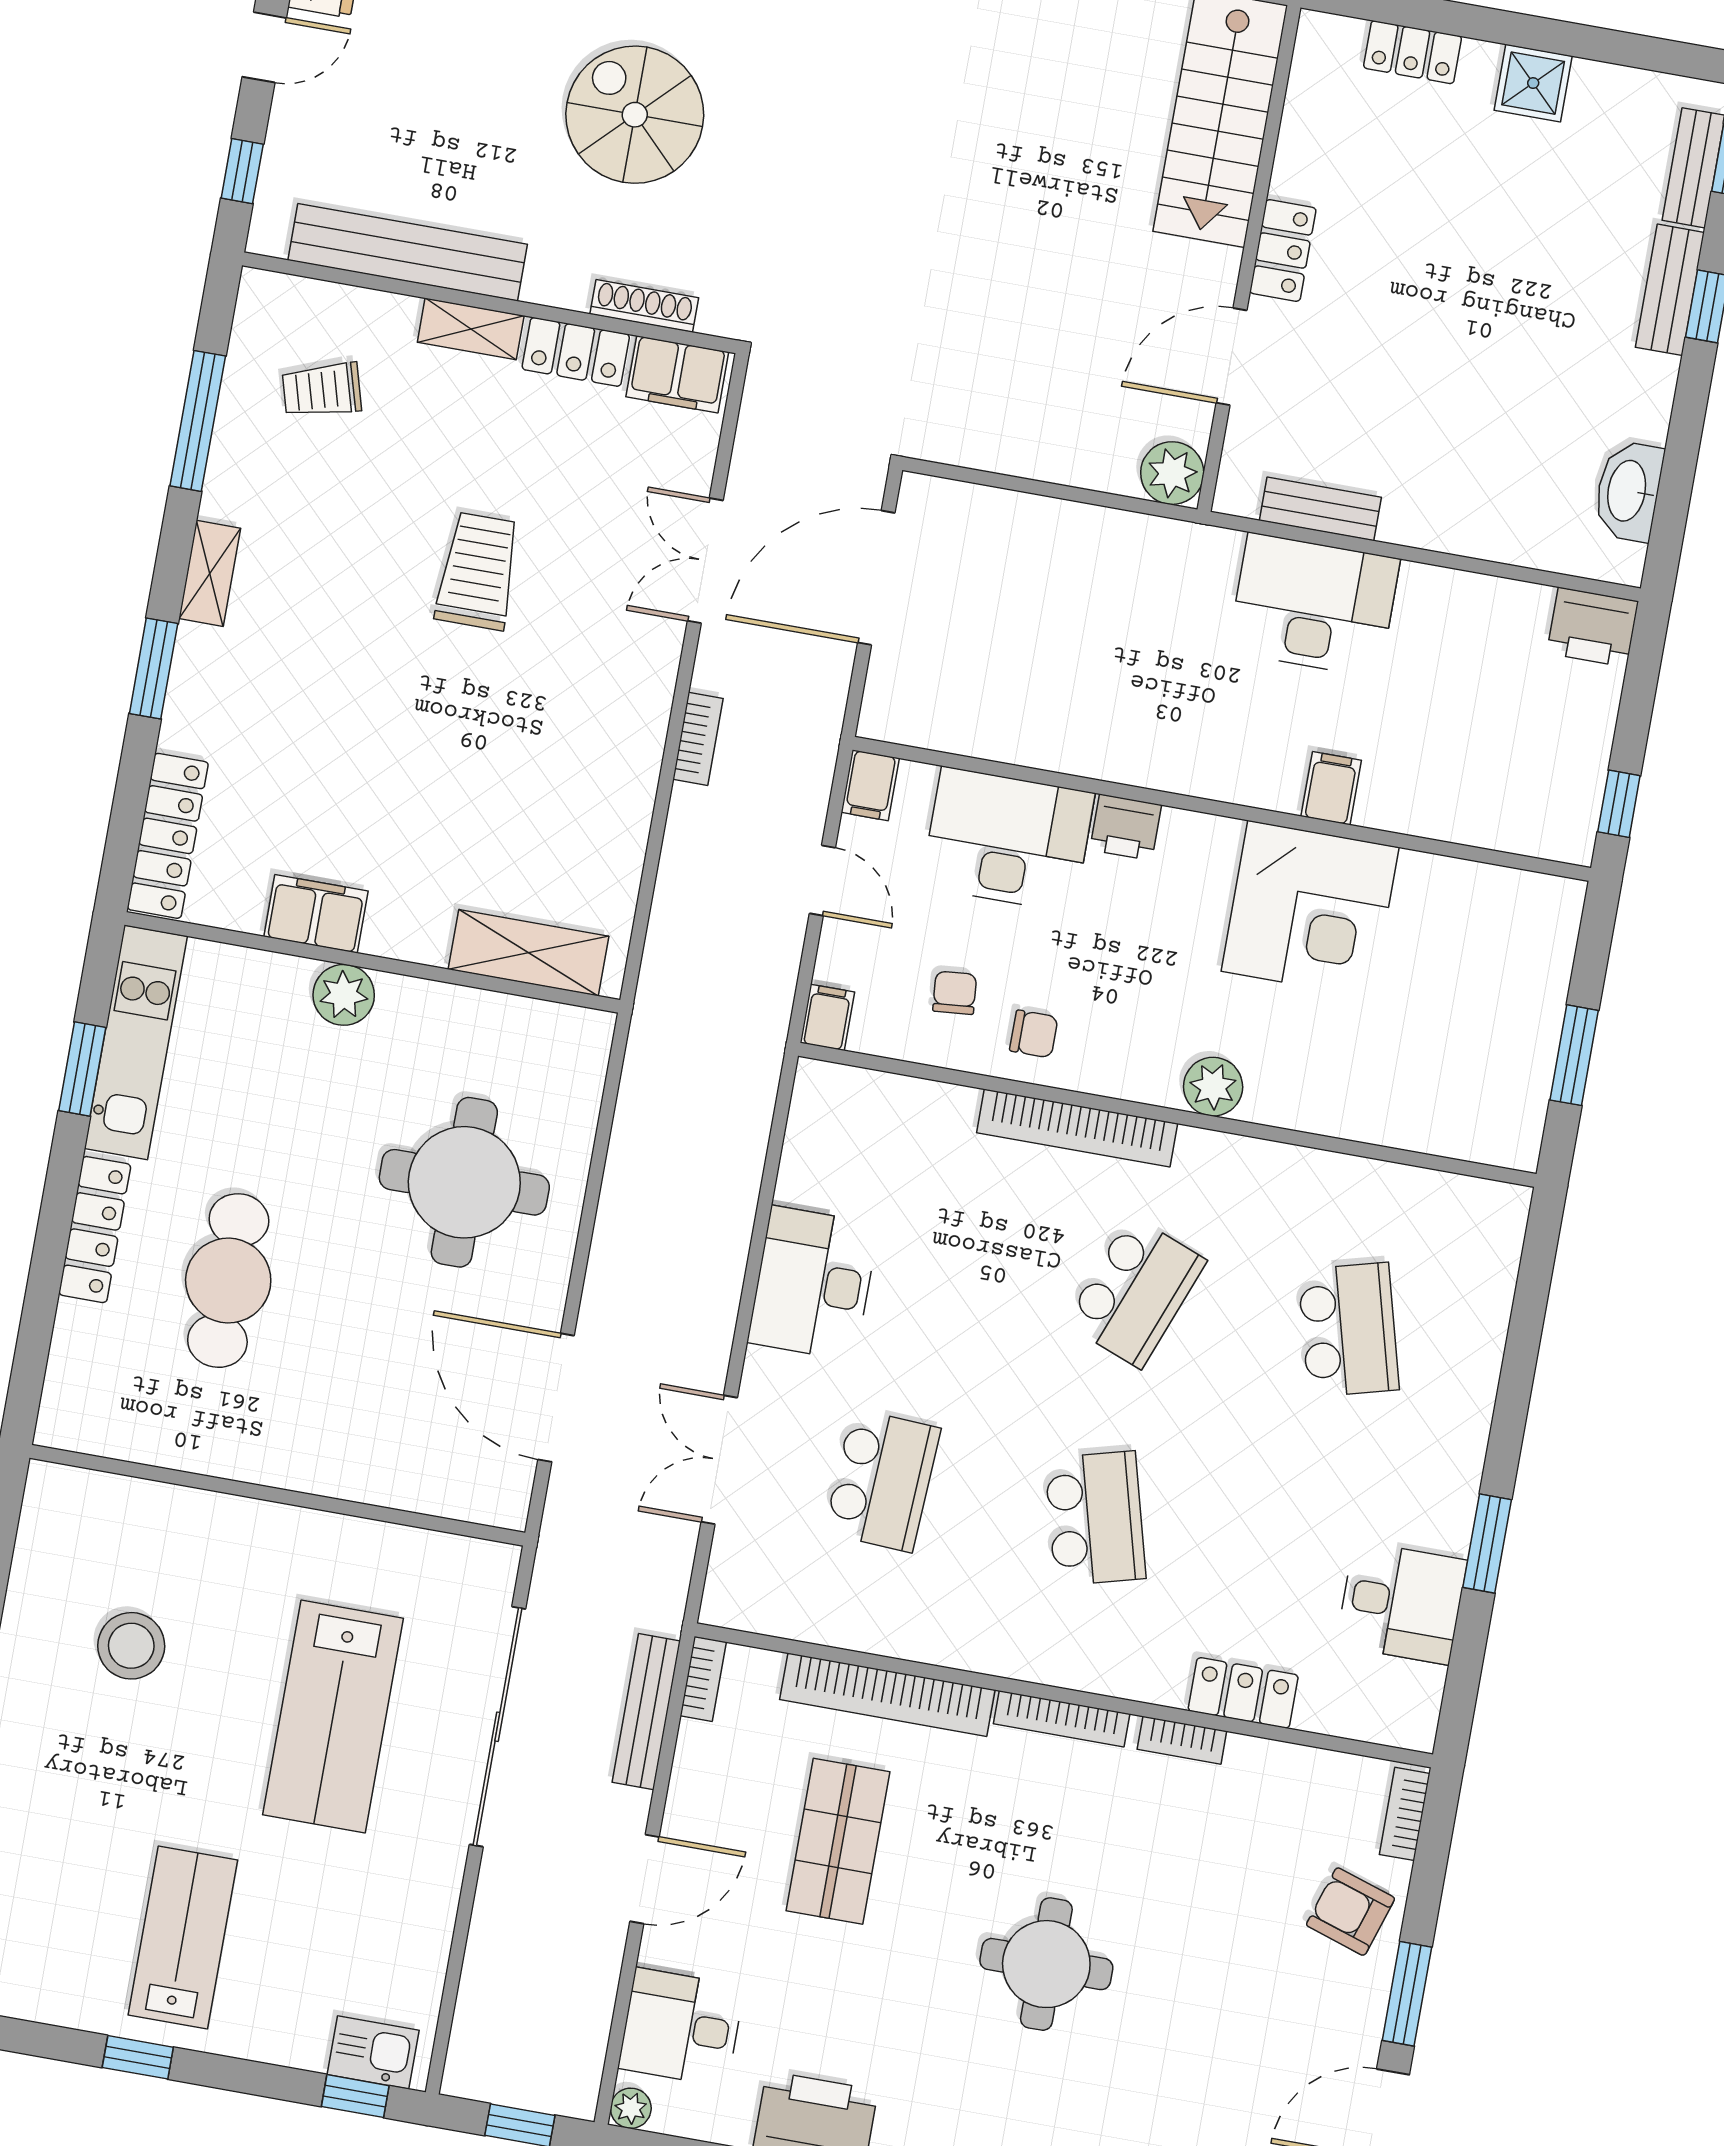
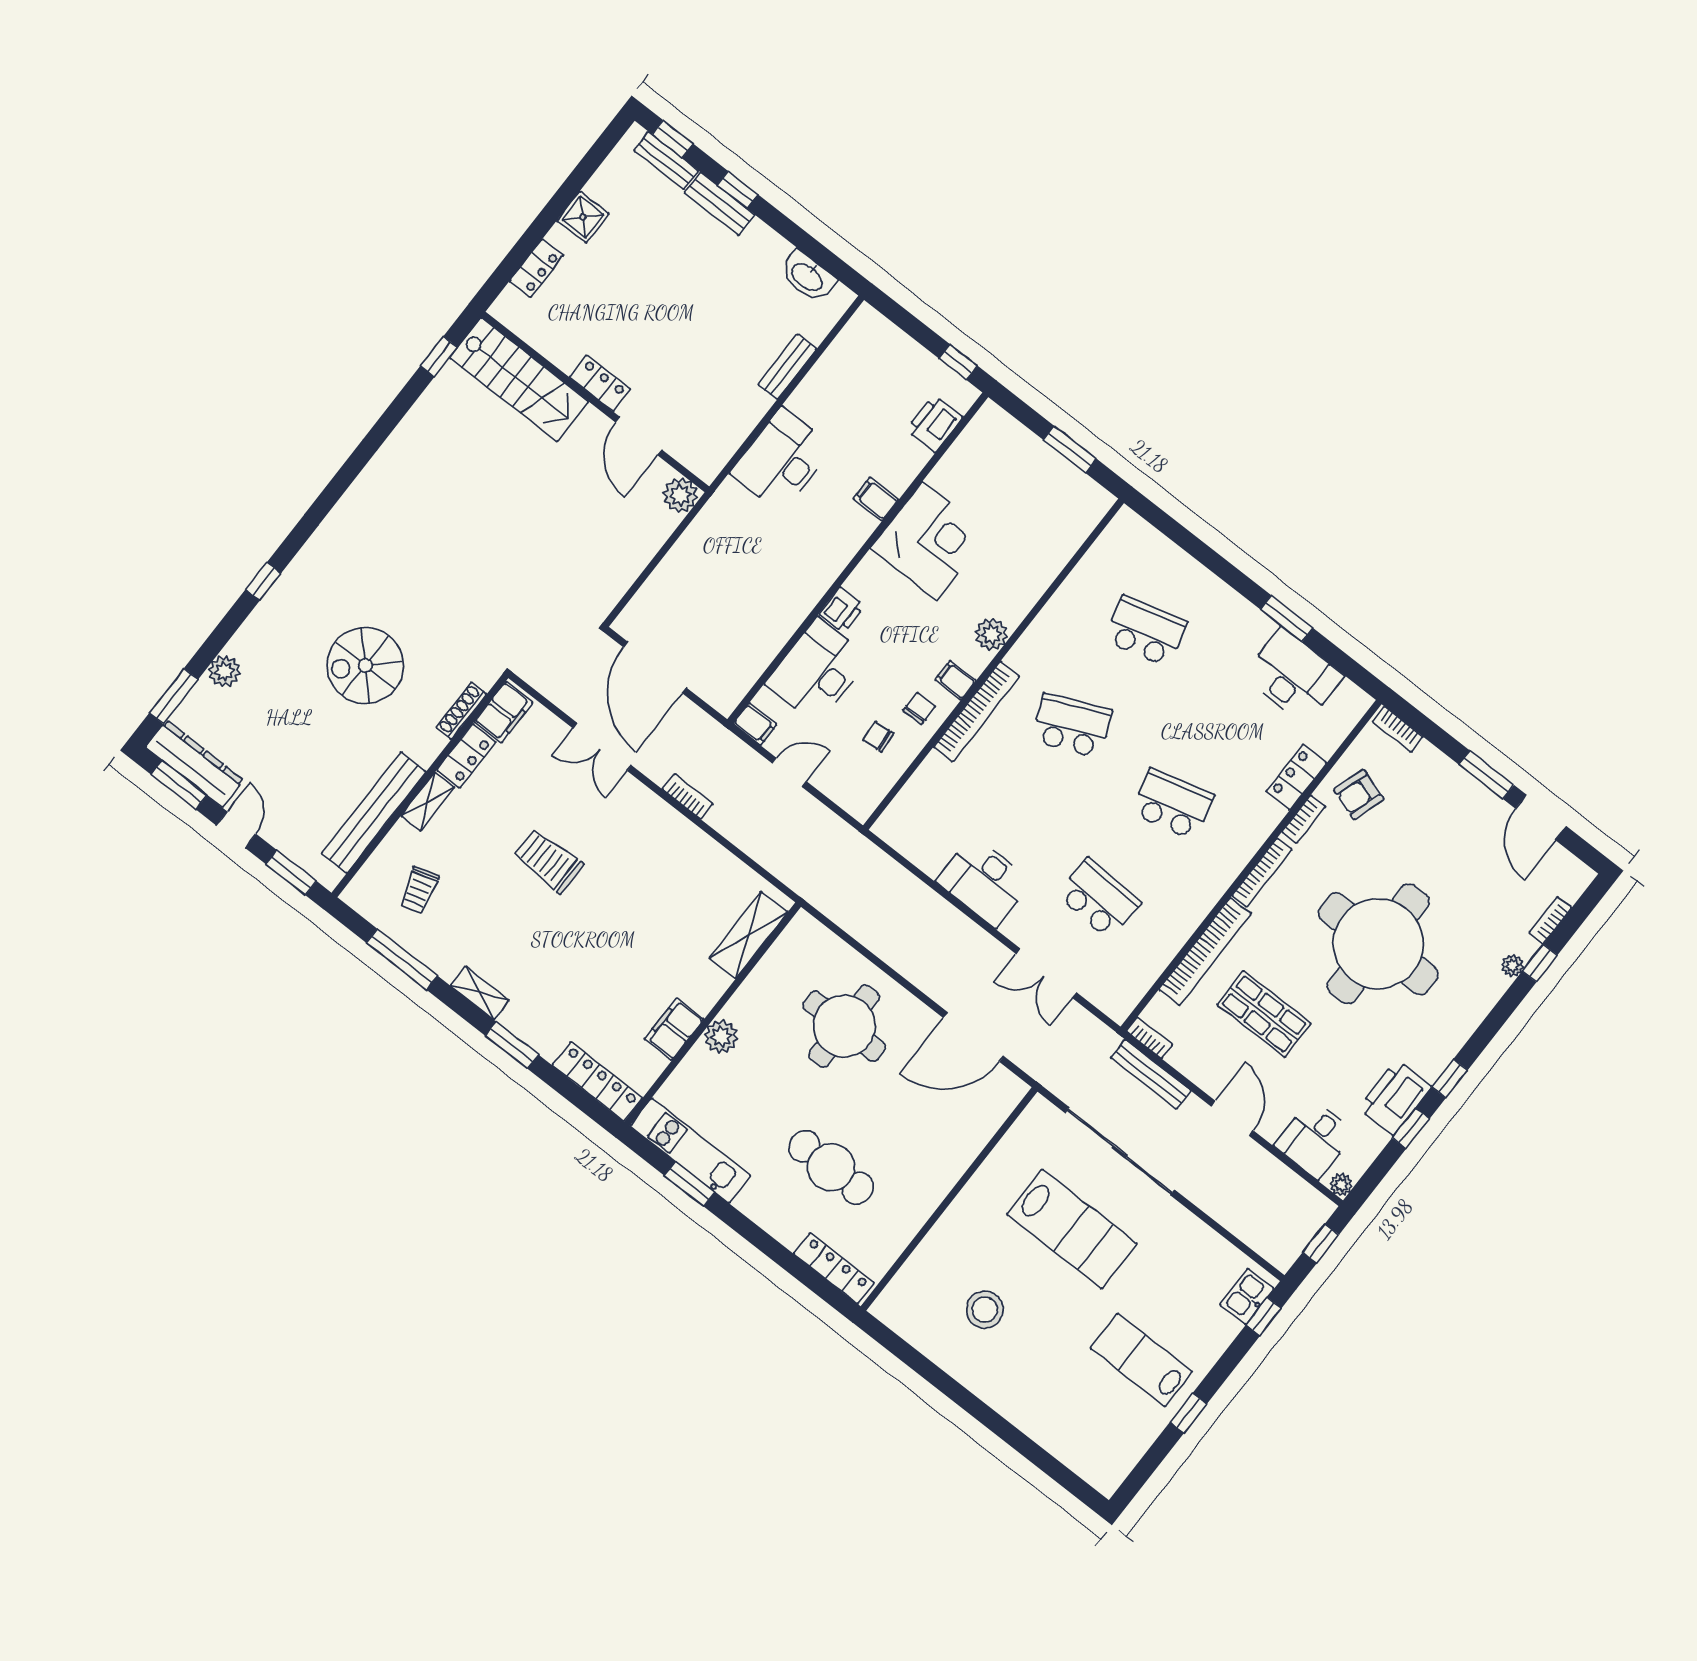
window: (242, 171) -> (291, 873), width x1.50
bench: (1320, 509) -> (787, 367), moved
printer: (1593, 627) -> (934, 424), moved, turned 180
filing cabinet: (827, 1017) -> (955, 680), moved
locker: (95, 1230) -> (834, 1268), moved
school desk: (1136, 1292) -> (1072, 726), turned -45
desk: (1402, 1603) -> (1293, 676), width x1.37
armchair: (1350, 1912) -> (1359, 794), moved
round table: (1046, 1964) -> (1378, 944), width x1.86, depth x1.86

